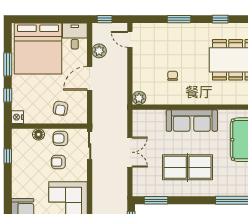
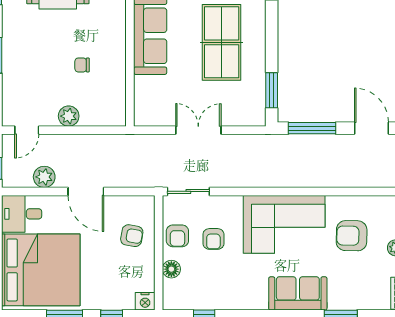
plant: (139, 98) -> (69, 116), moved

